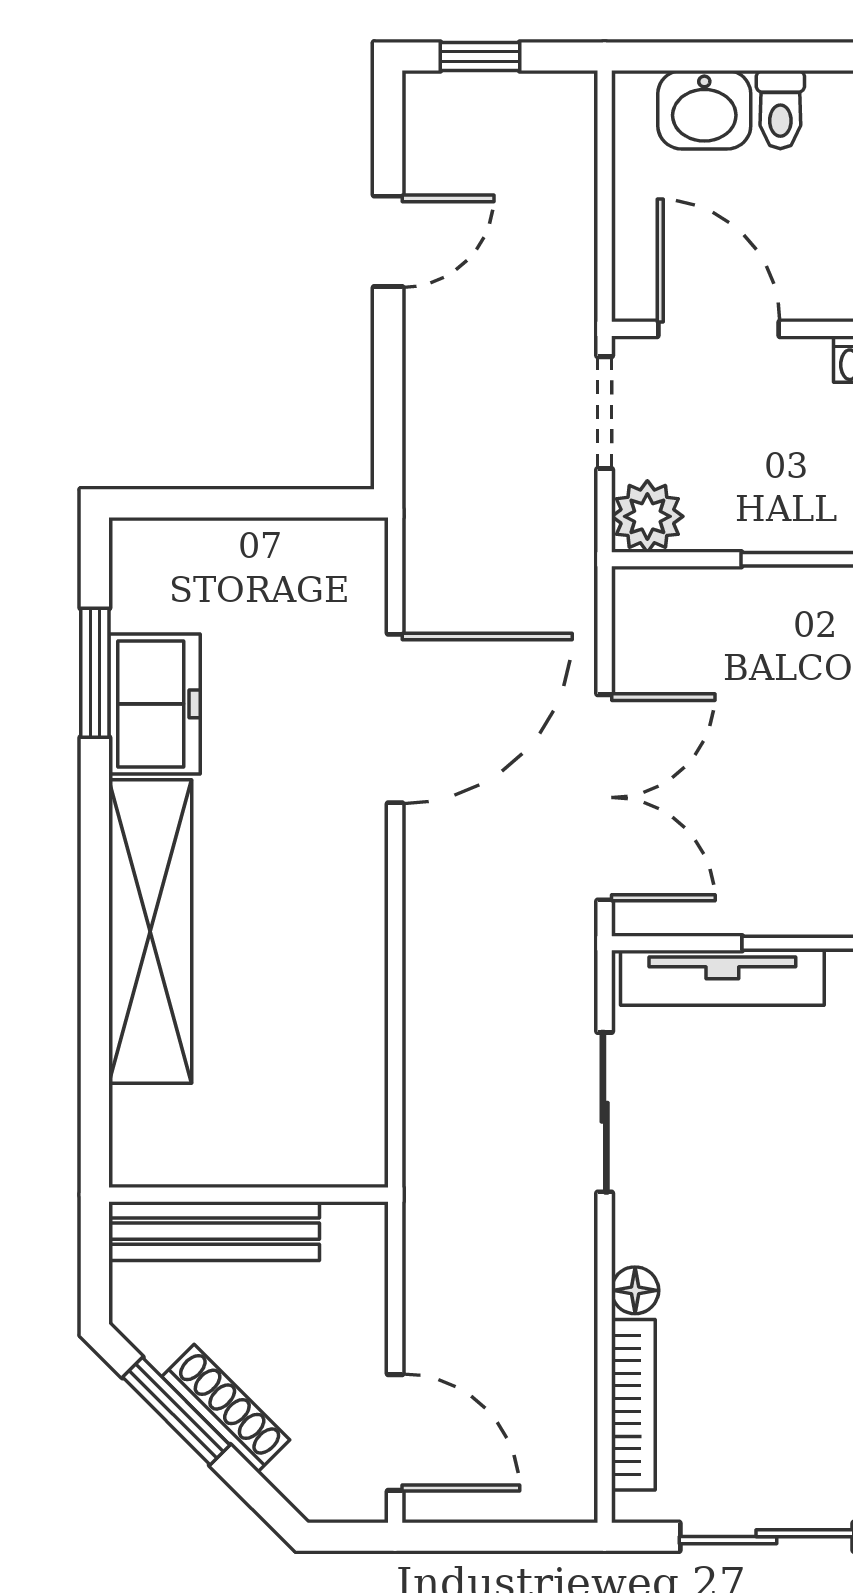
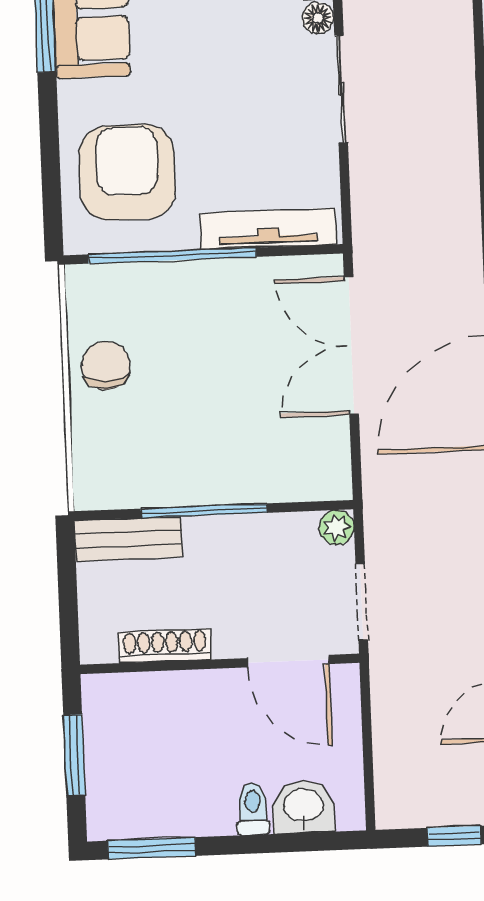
plant: (647, 516) -> (337, 527), width x0.73, depth x0.73
sliding door: (605, 1112) -> (341, 89), moved

